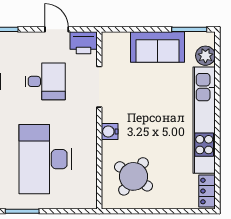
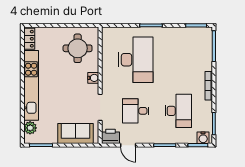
sofa: (158, 47) -> (75, 134), moved
round table: (134, 176) -> (78, 48), turned -35

